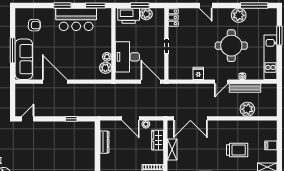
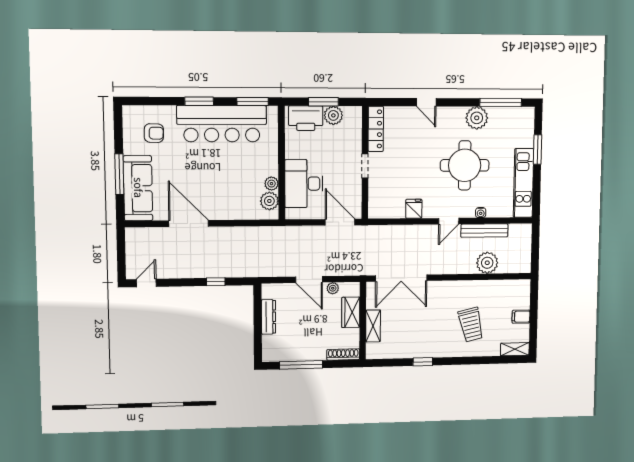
locker: (173, 17) -> (376, 129), width x1.53
bar counter: (76, 19) -> (222, 124), width x1.36
trolley: (237, 150) -> (471, 325), turned 77

